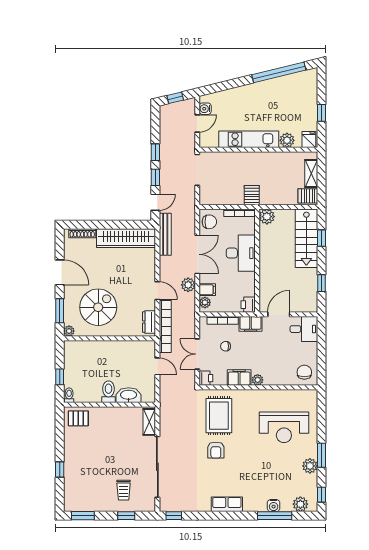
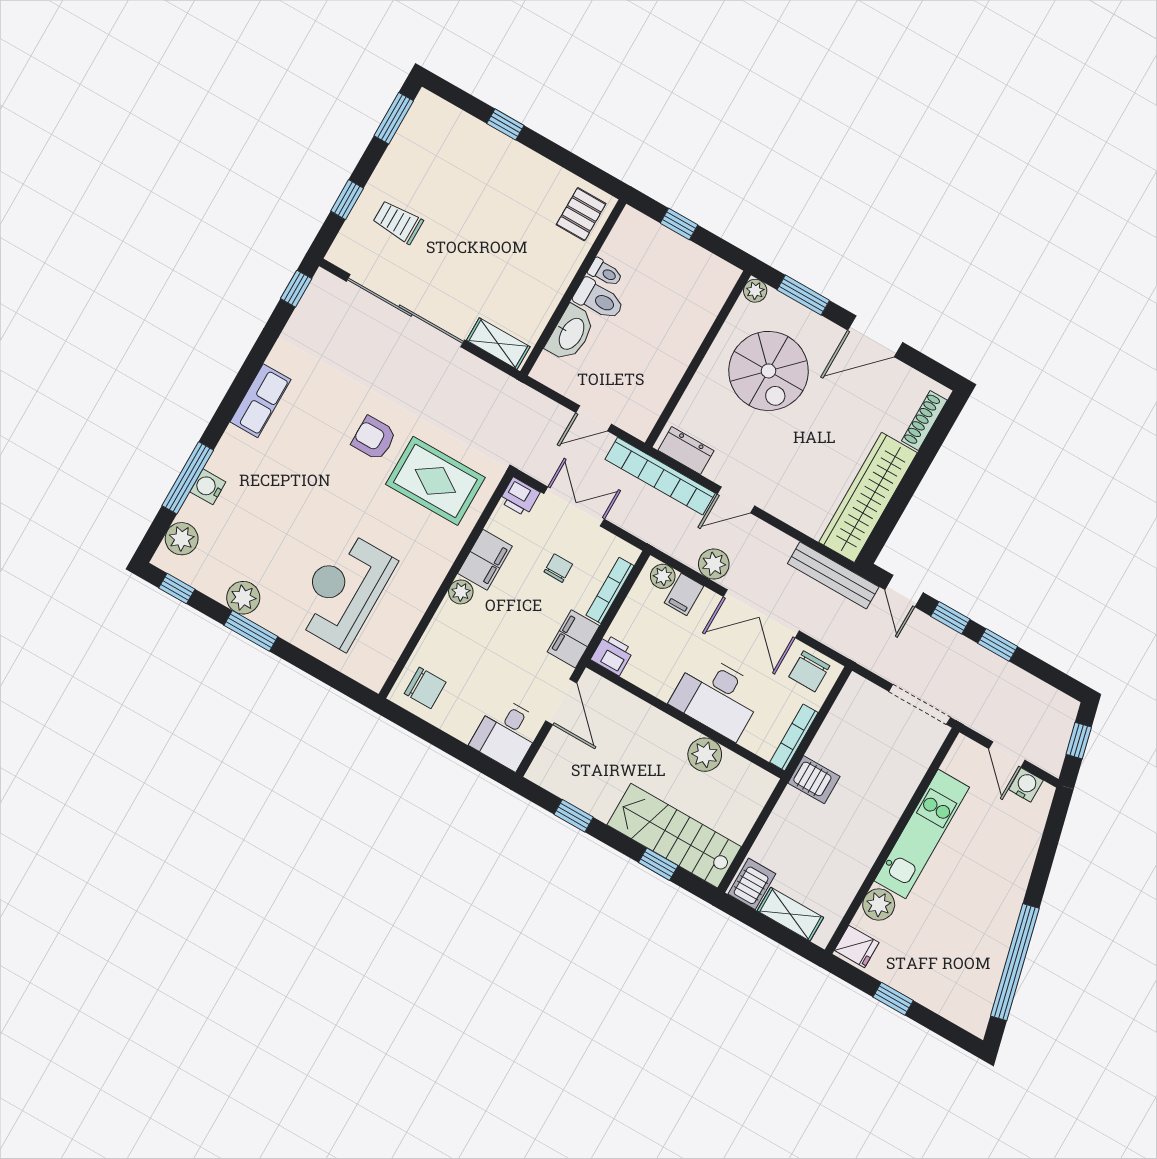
plant: (267, 217) -> (705, 755), moved
toilet: (69, 395) -> (605, 273), moved

